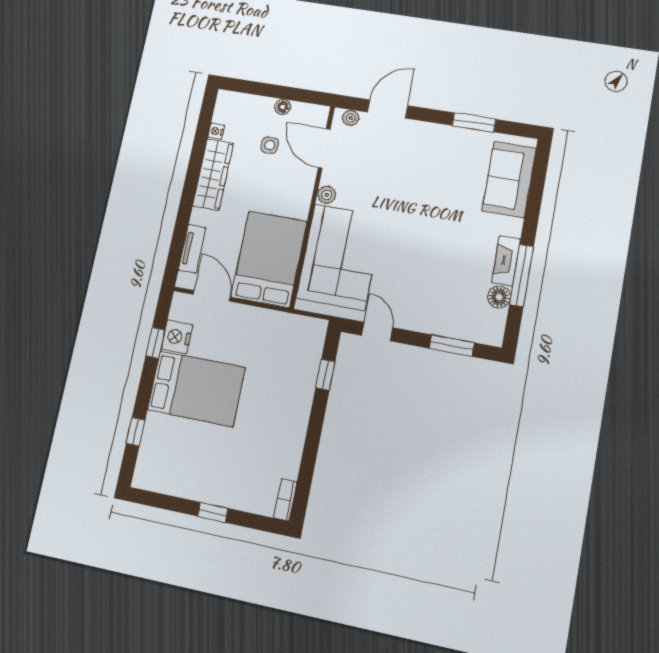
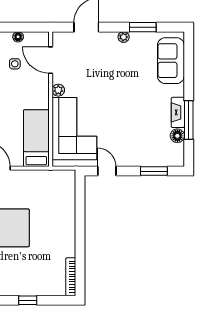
plant: (351, 118) -> (124, 37), moved
bed: (269, 259) -> (36, 138), width x0.67
window: (325, 375) -> (80, 204), removed
bookcase: (285, 500) -> (71, 277), width x1.56

